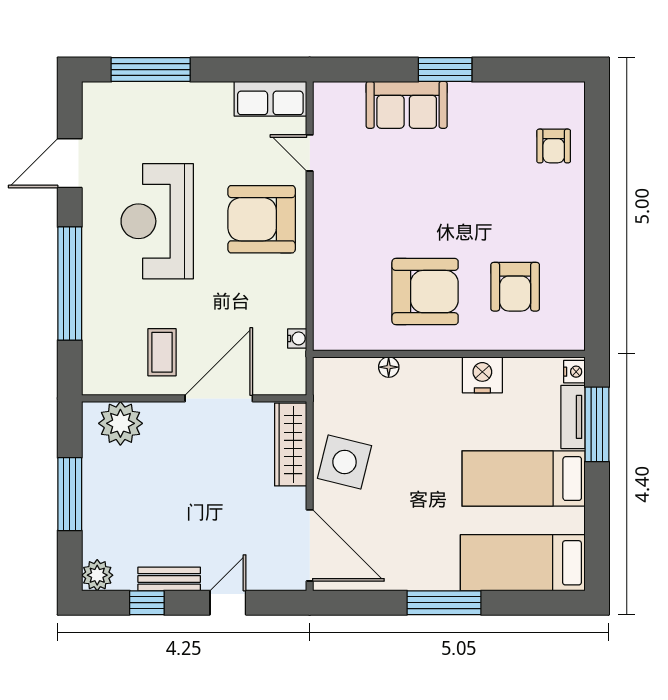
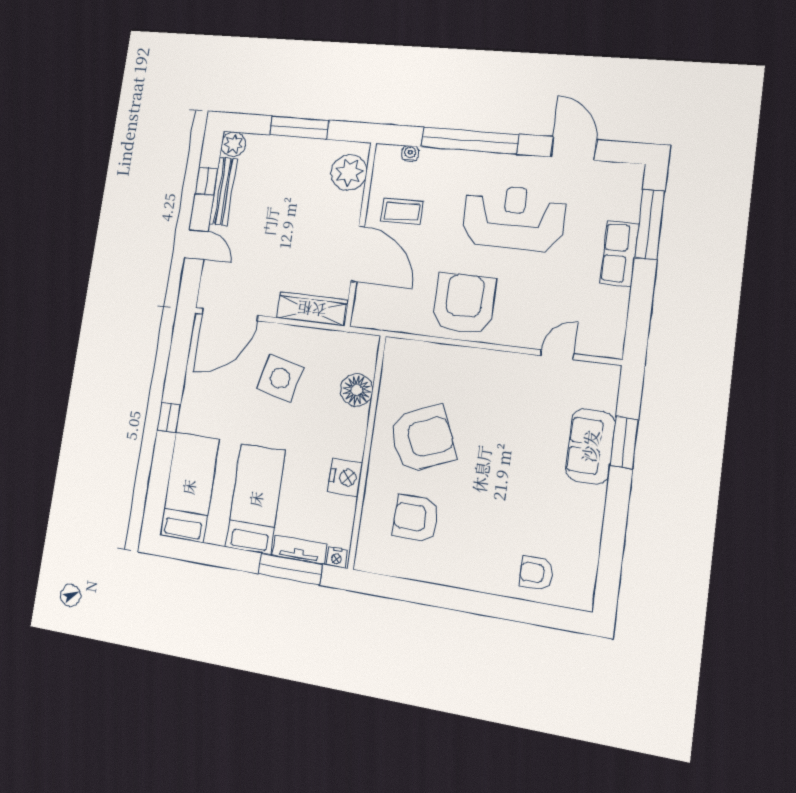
window: (445, 70) -> (624, 443), moved
row of seats: (270, 99) -> (619, 253), moved
armchair: (262, 219) -> (464, 303), moved
armchair: (425, 292) -> (422, 439), turned -113
water cooler: (297, 338) -> (410, 153), moved, turned 180
floor lamp: (389, 367) -> (357, 390), width x1.89, depth x1.89
side table: (345, 462) -> (280, 378), moved
bench: (169, 579) -> (223, 191), width x1.36
window: (444, 603) -> (169, 418), width x0.46

